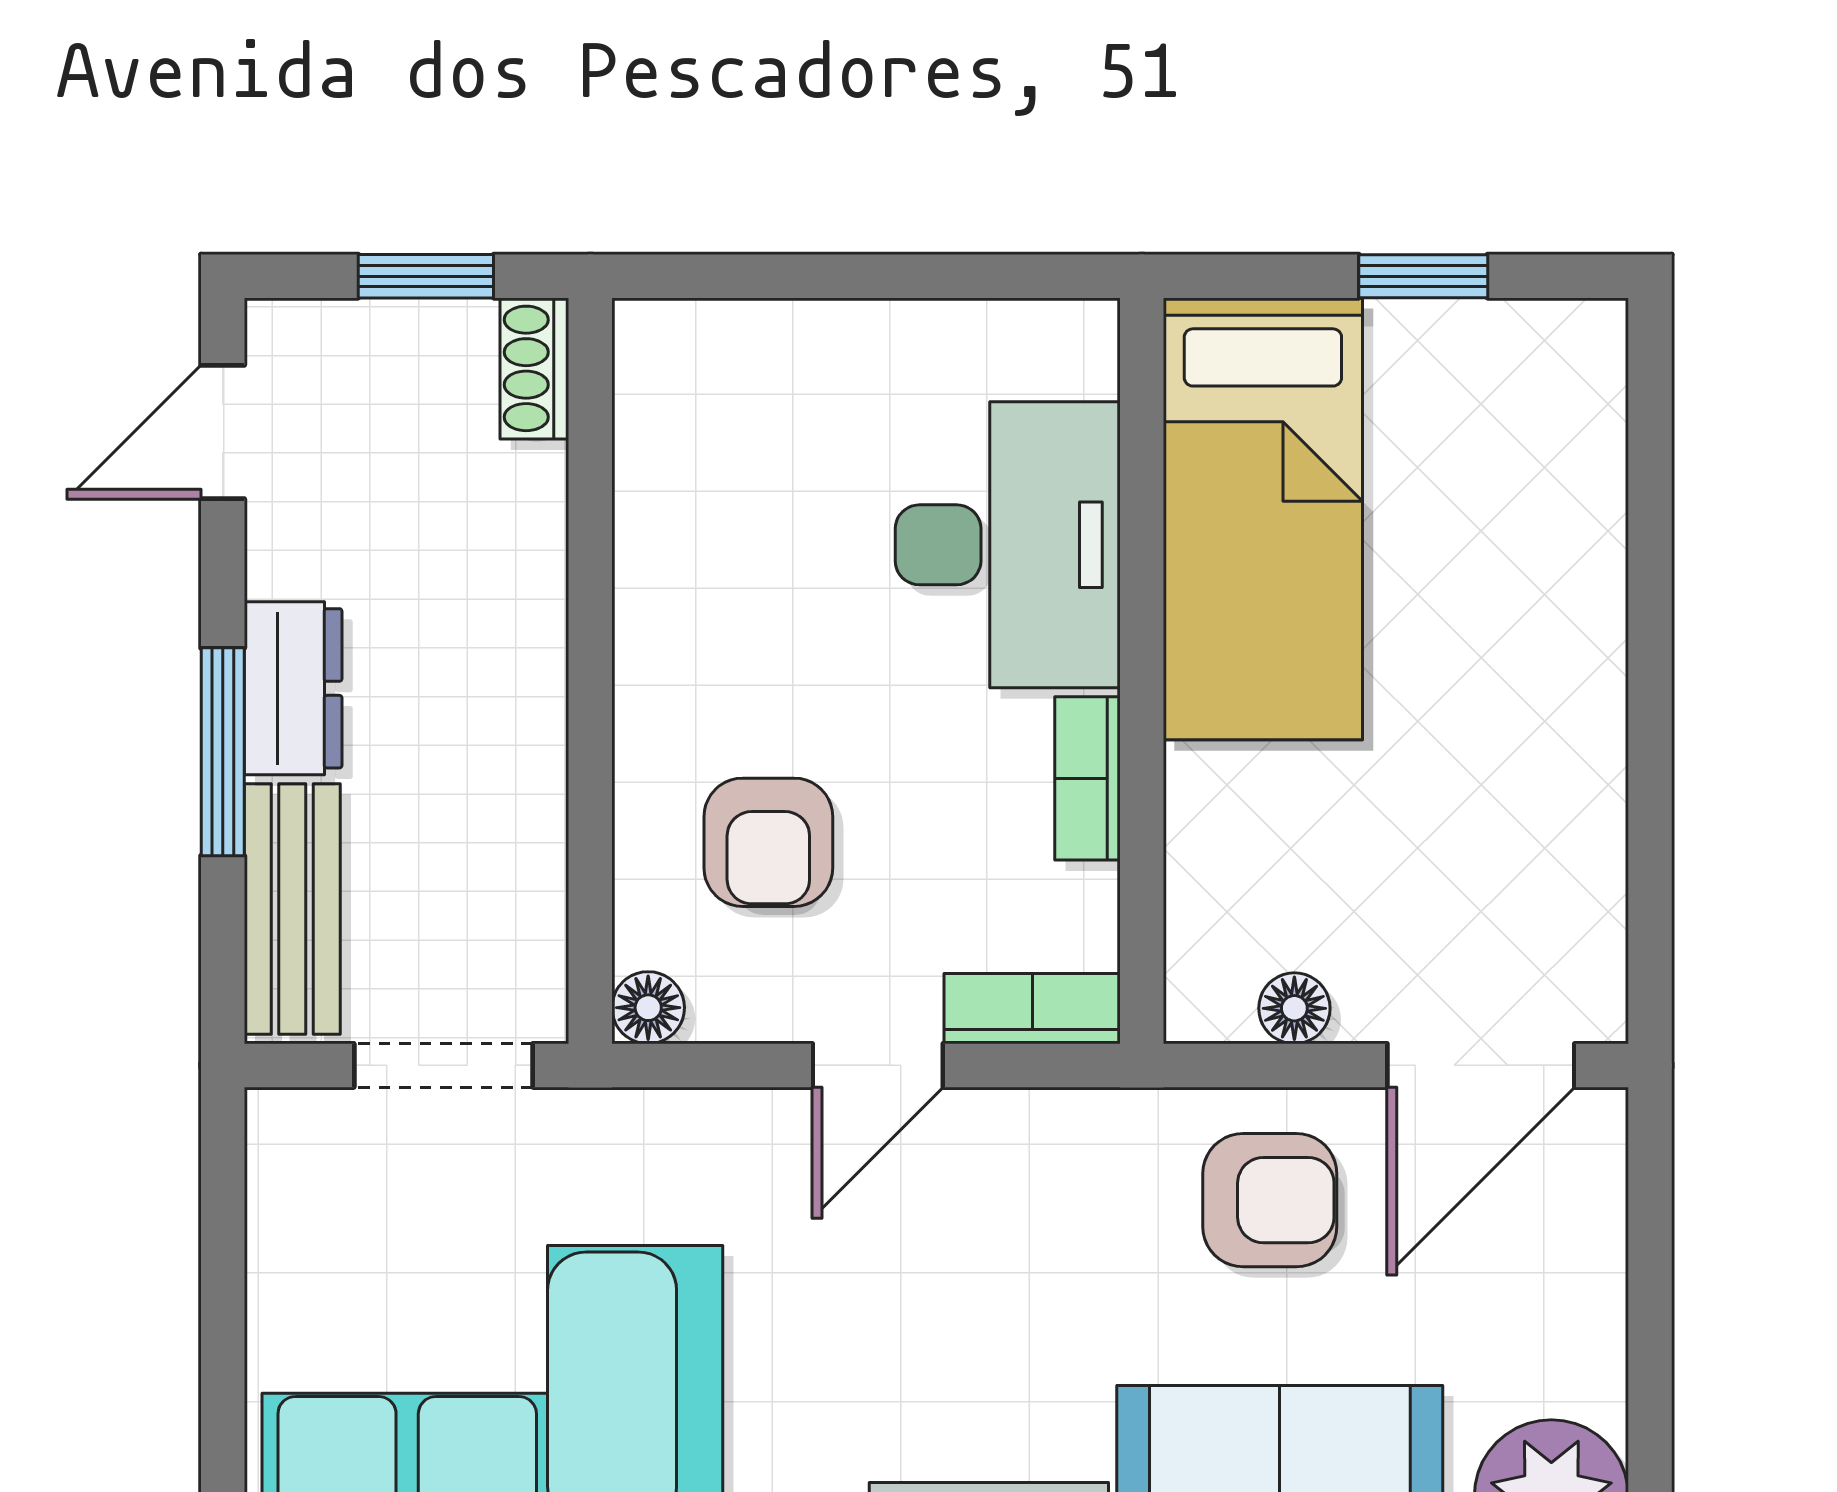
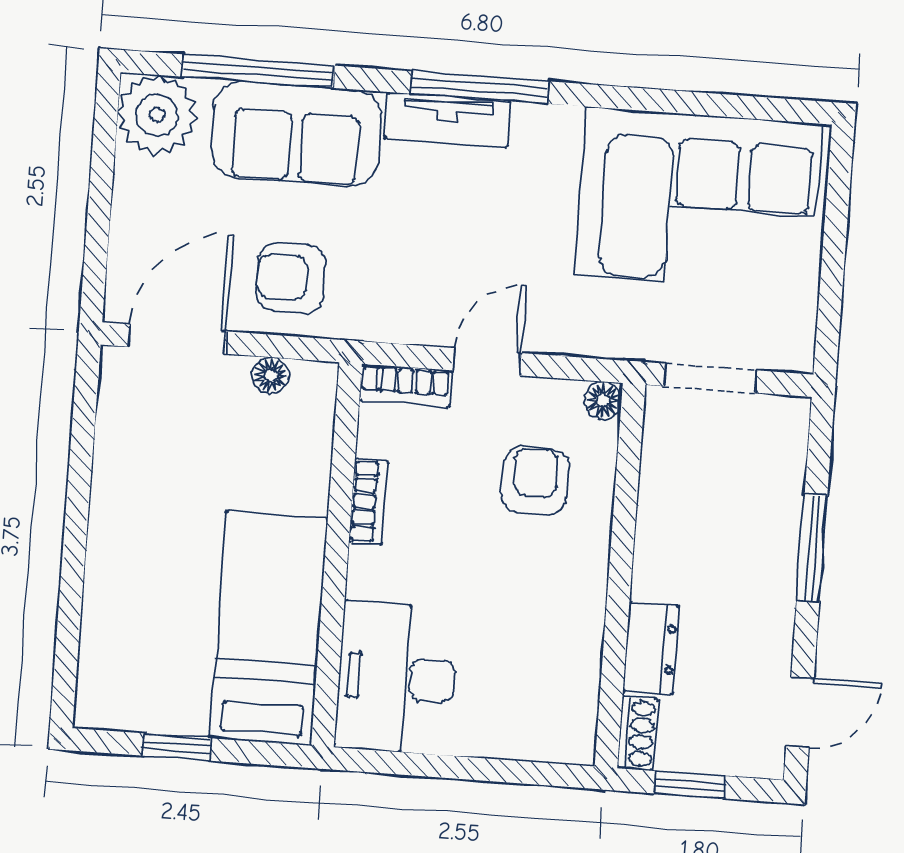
desk: (1008, 545) -> (397, 678), moved
dresser: (293, 688) -> (651, 648), moved, turned 180
bench: (292, 909) -> (782, 464), removed

